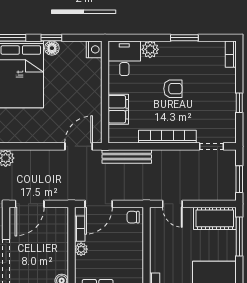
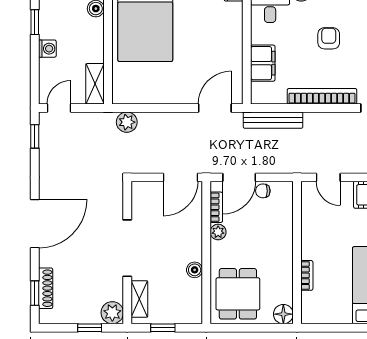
armchair: (173, 89) -> (329, 38), turned -90
door: (30, 204) -> (180, 177), moved
chair: (133, 217) -> (263, 191), moved

